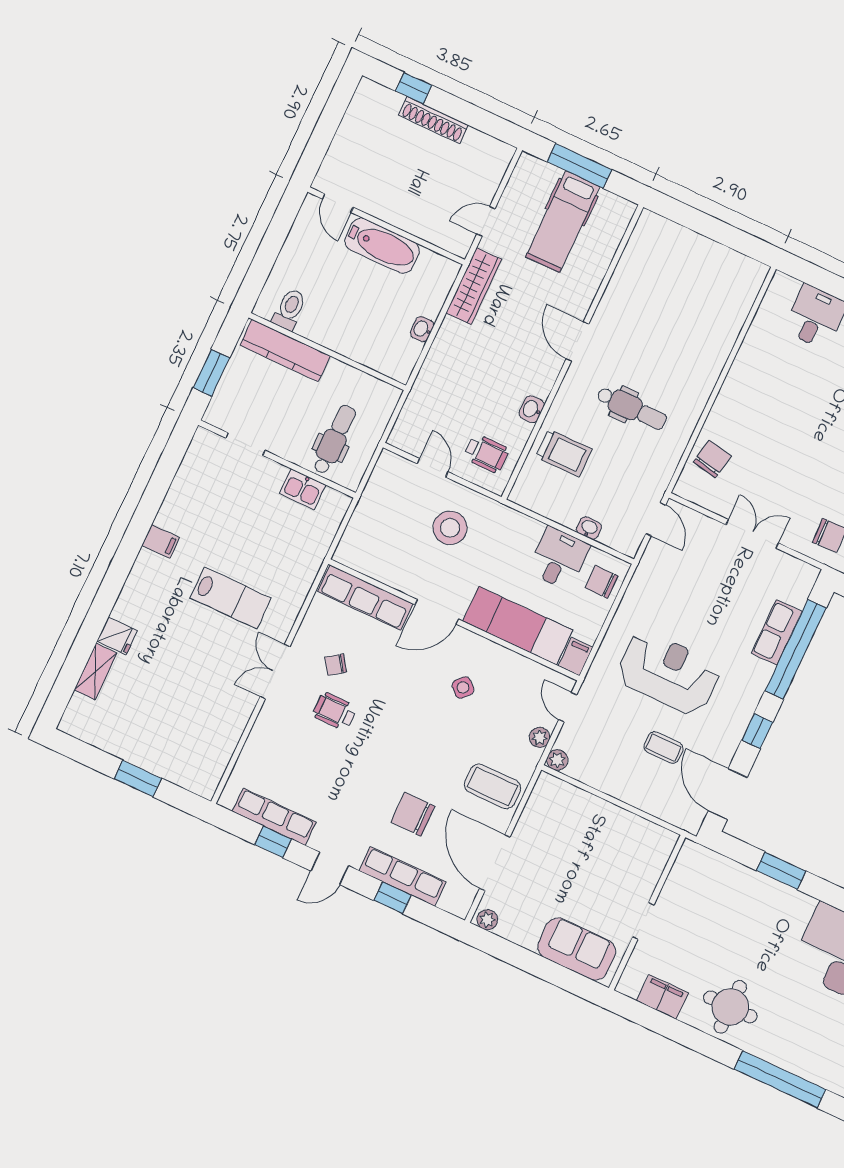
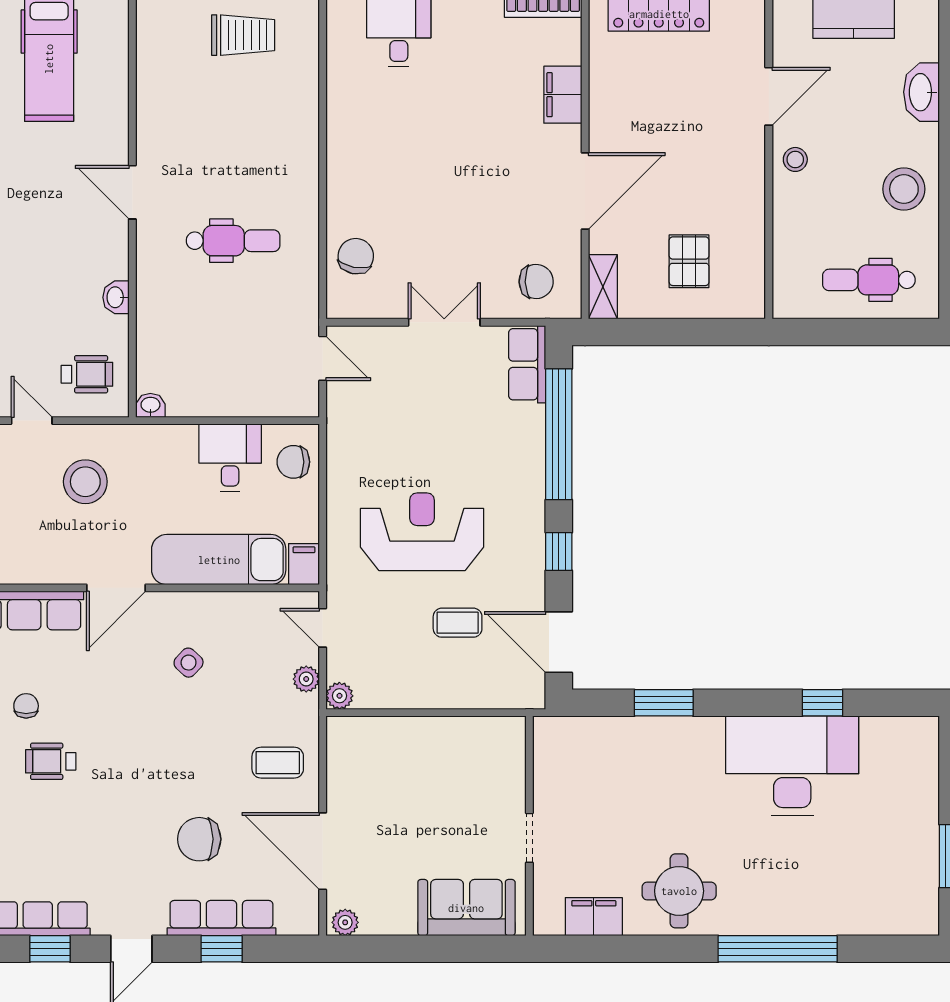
trolley: (564, 453) -> (243, 35), moved
washbasin: (589, 528) -> (150, 405), moved
row of seats: (777, 632) -> (527, 364), moved
chair: (336, 665) -> (26, 706), turned 125
coffee table: (492, 786) -> (278, 763), width x0.73, depth x0.77

